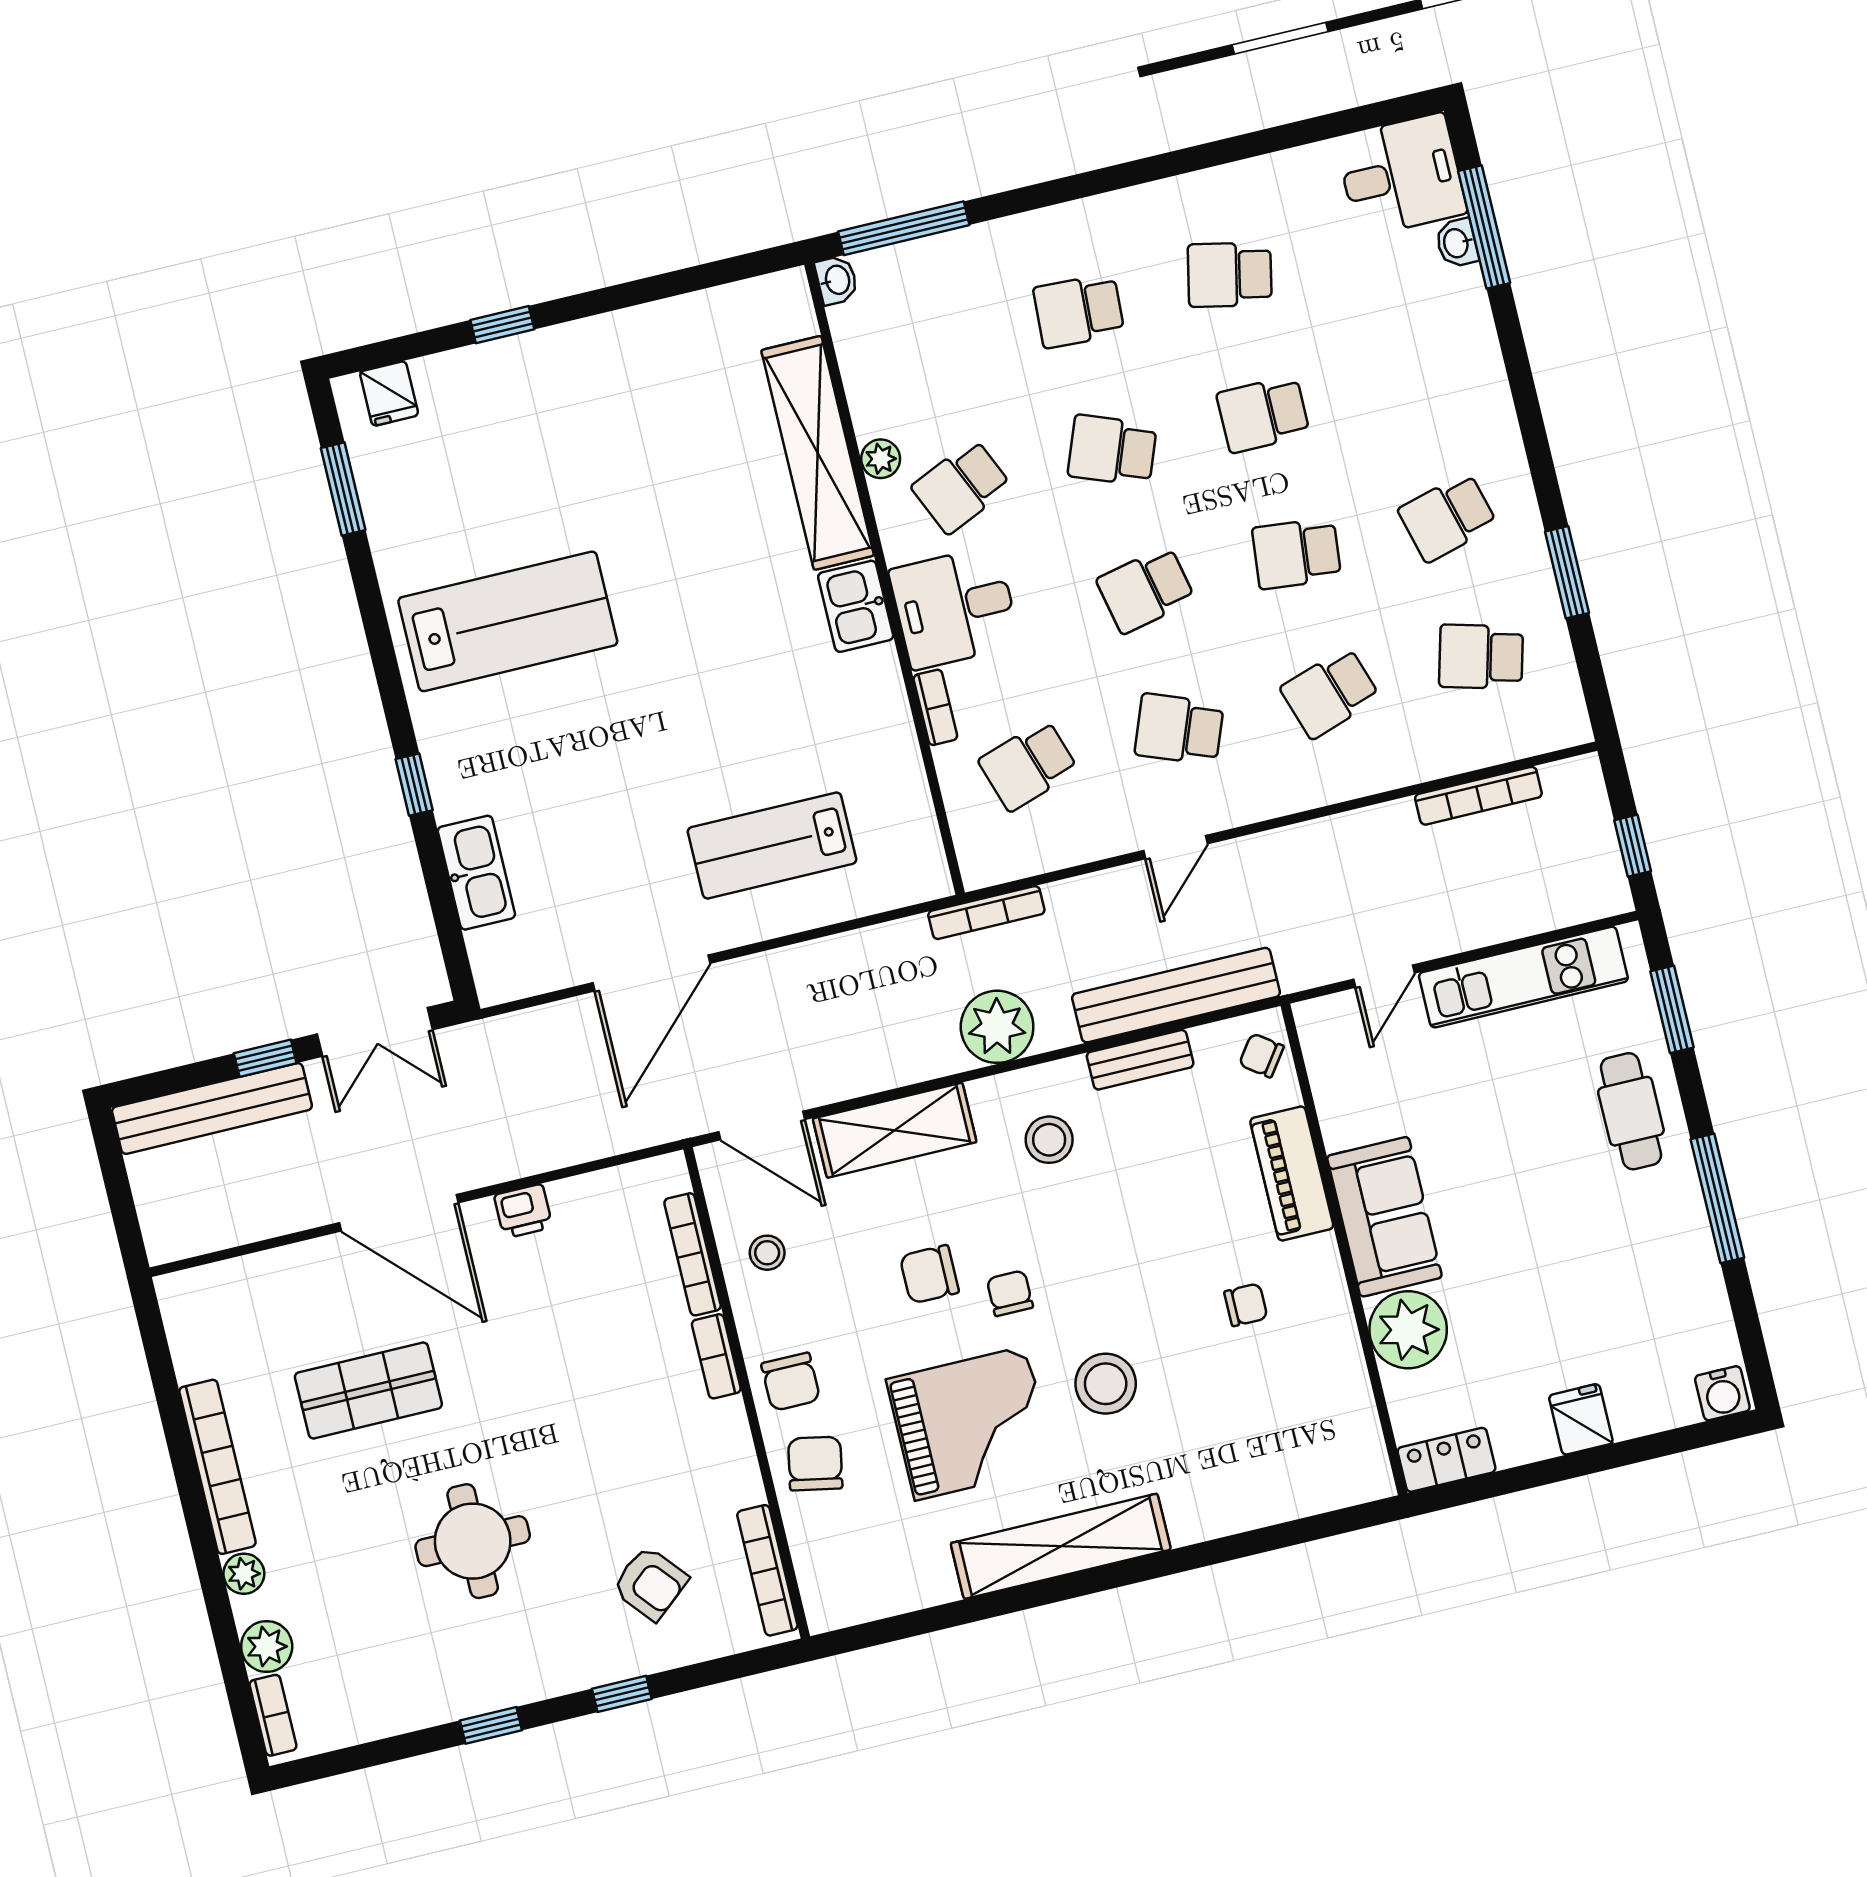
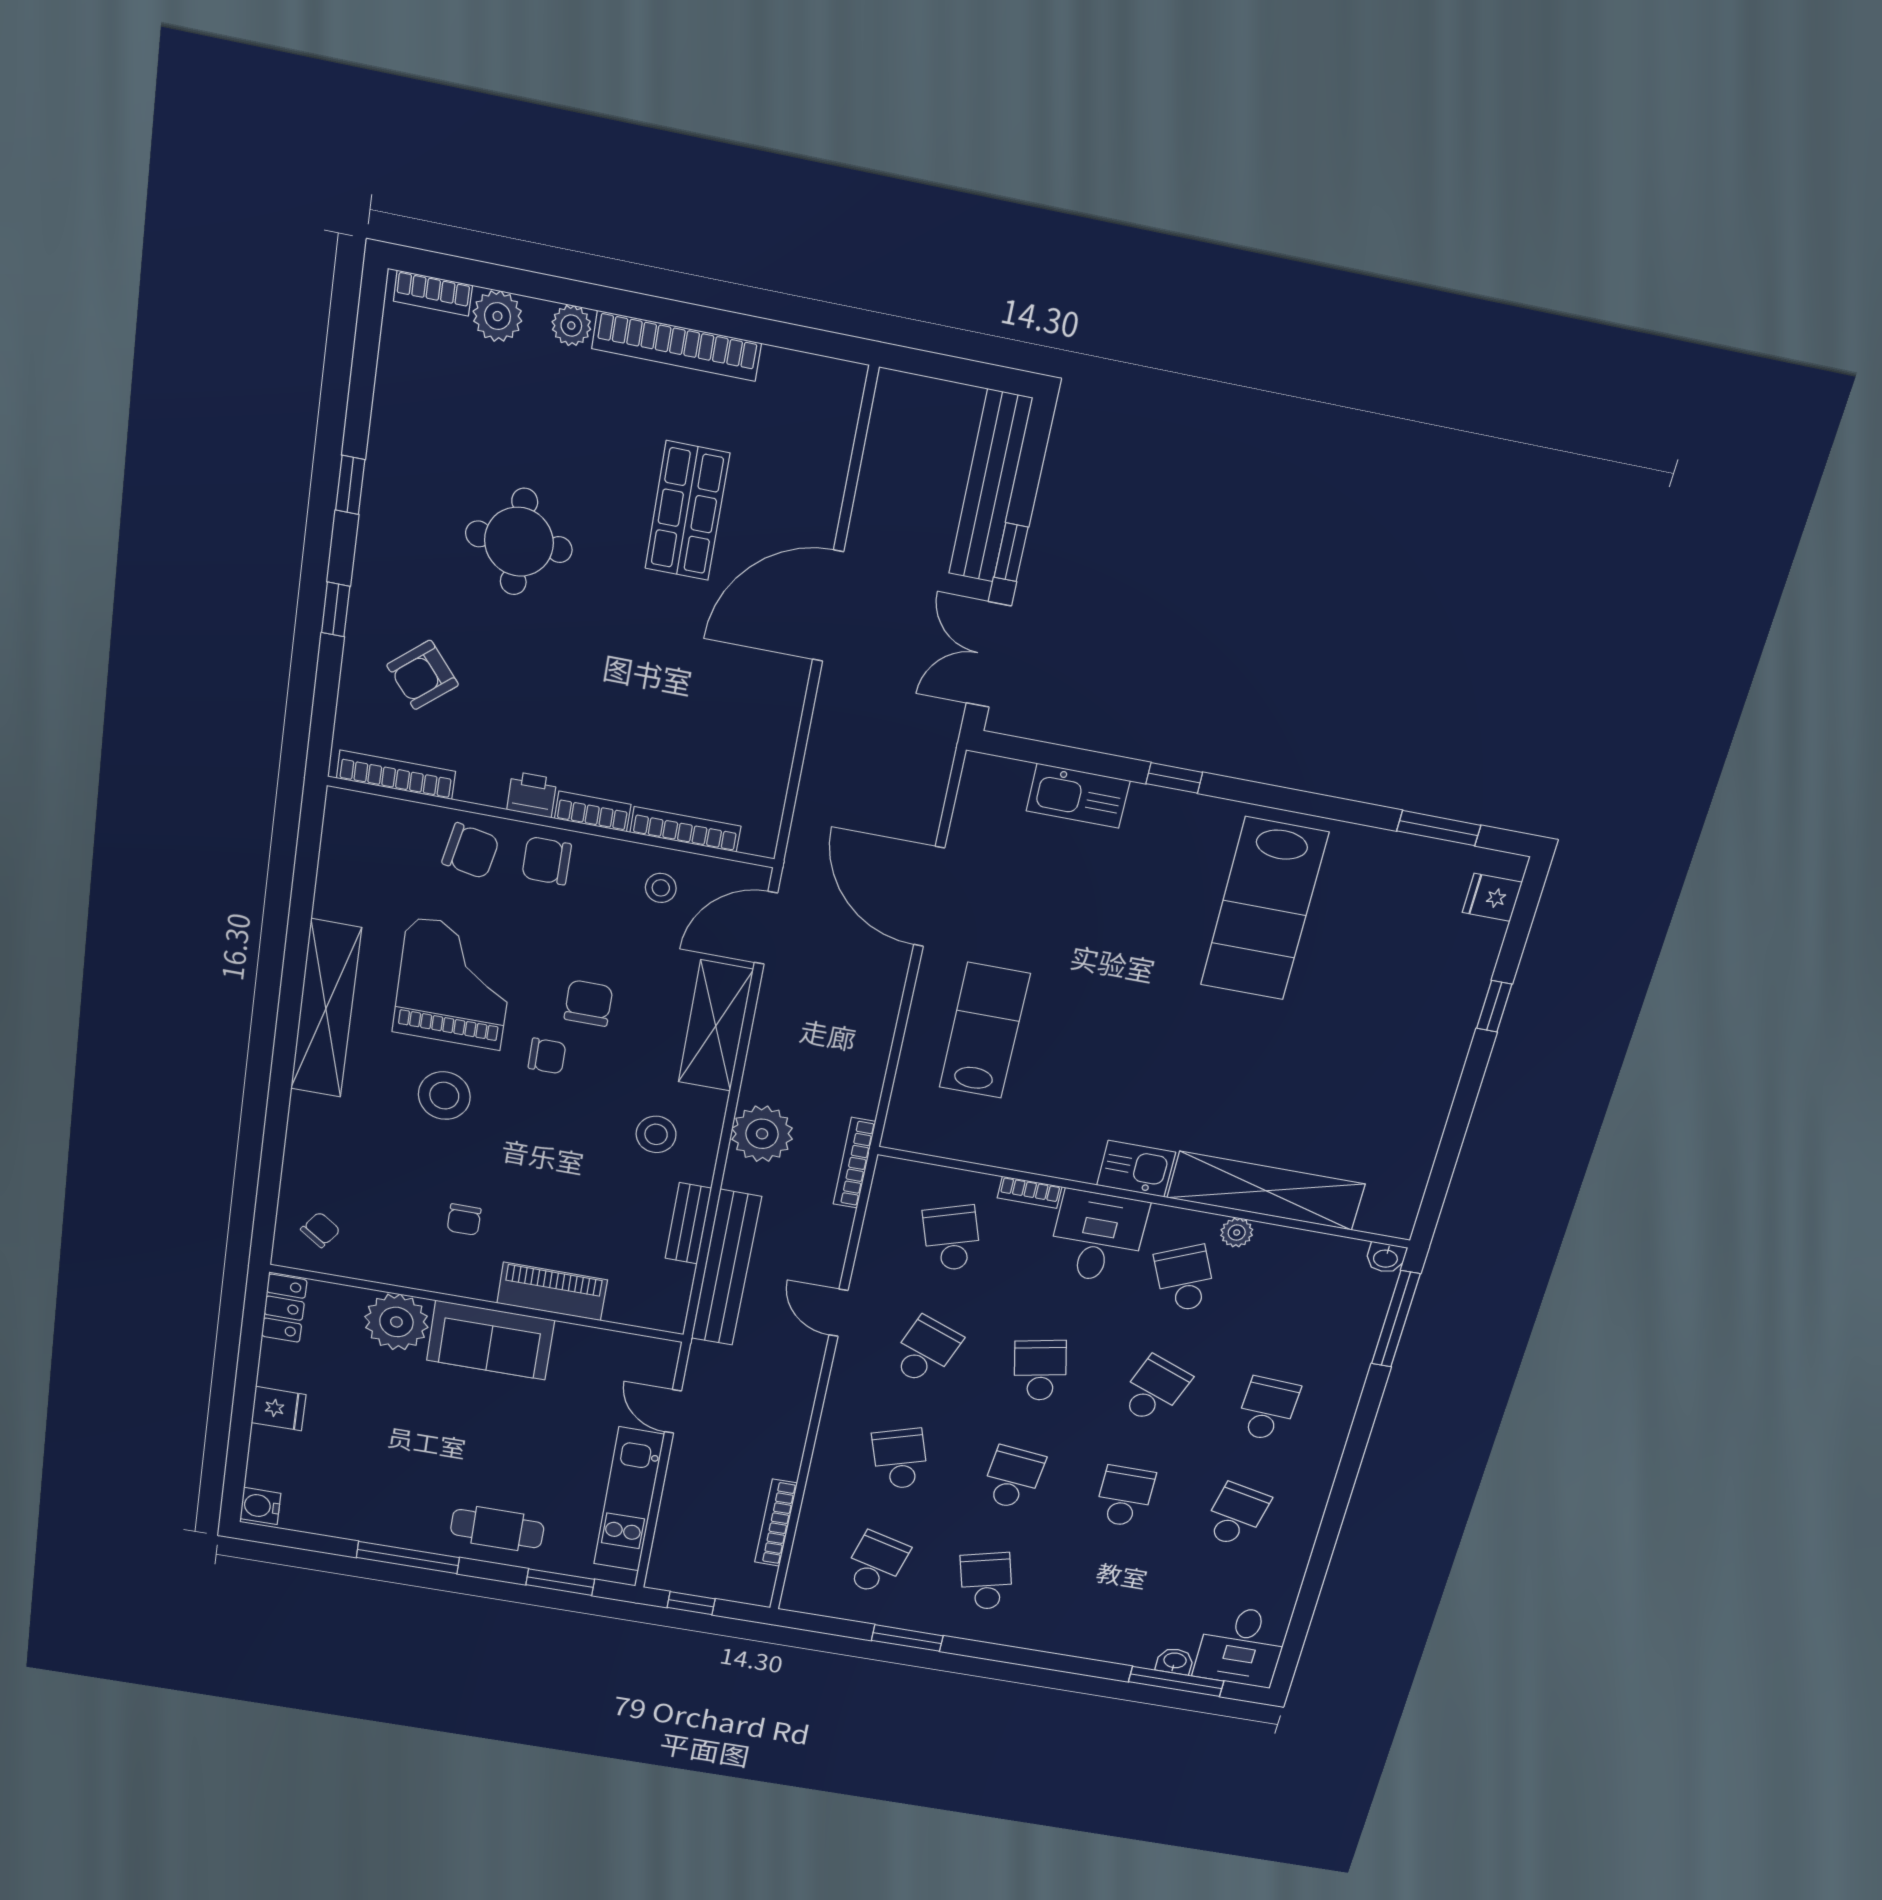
chair: (1261, 1055) -> (320, 1230), moved
printer: (523, 1211) -> (532, 795), moved, turned 90
grand piano: (971, 1423) -> (454, 983), turned 180

